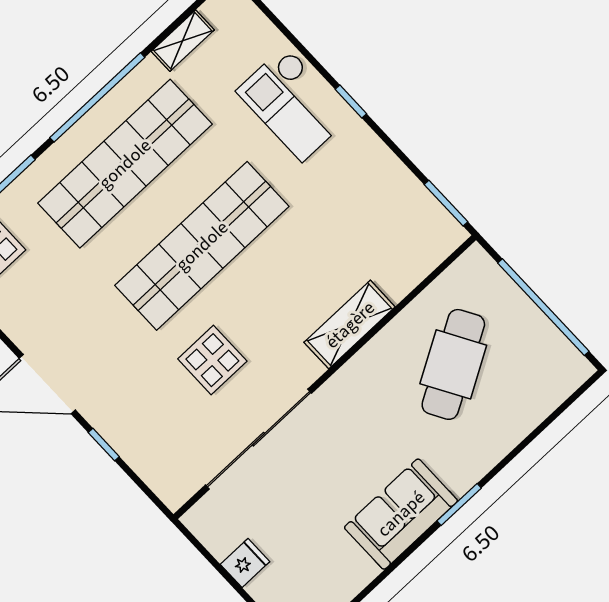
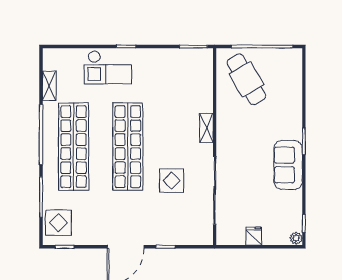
shelving: (350, 325) -> (207, 128), width x0.67, depth x0.75
cafe table: (453, 364) -> (246, 79), moved

